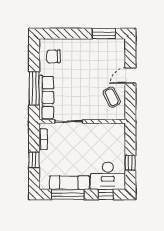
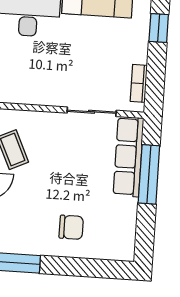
chair: (53, 56) -> (71, 227), moved
window: (34, 160) -> (159, 28), moved

